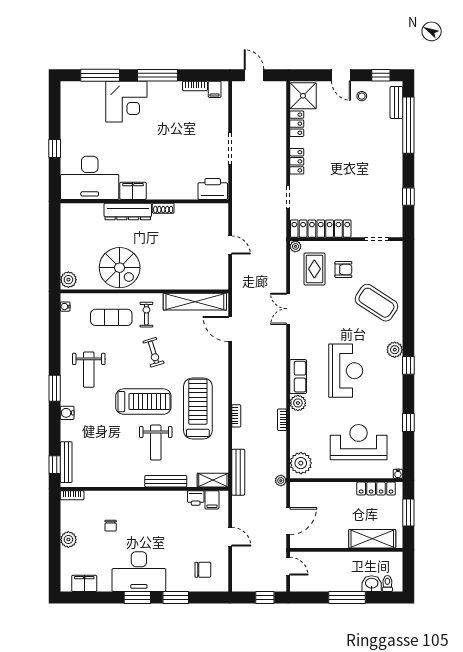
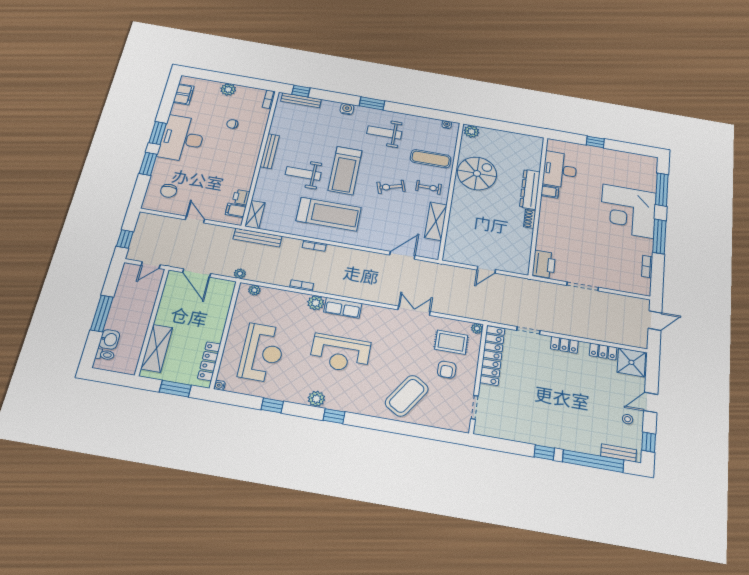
filing cabinet: (215, 89) -> (643, 283), removed
corner desk: (126, 102) -> (628, 211), width x1.36, depth x1.36
desk: (90, 178) -> (560, 170), width x0.73, depth x0.77
filing cabinet: (133, 191) -> (550, 192), width x0.50
window: (408, 197) -> (544, 452), moved
spiral stairs: (120, 268) -> (477, 173), turned 180
shelving: (195, 302) -> (436, 221), width x0.68
exercise mat: (111, 317) -> (431, 159), turned 90
plant: (395, 350) -> (316, 399), moved
plant: (301, 463) -> (254, 290), width x0.53, depth x0.53
bench: (166, 481) -> (270, 151), moved
door: (230, 537) -> (195, 219), swing flipped

